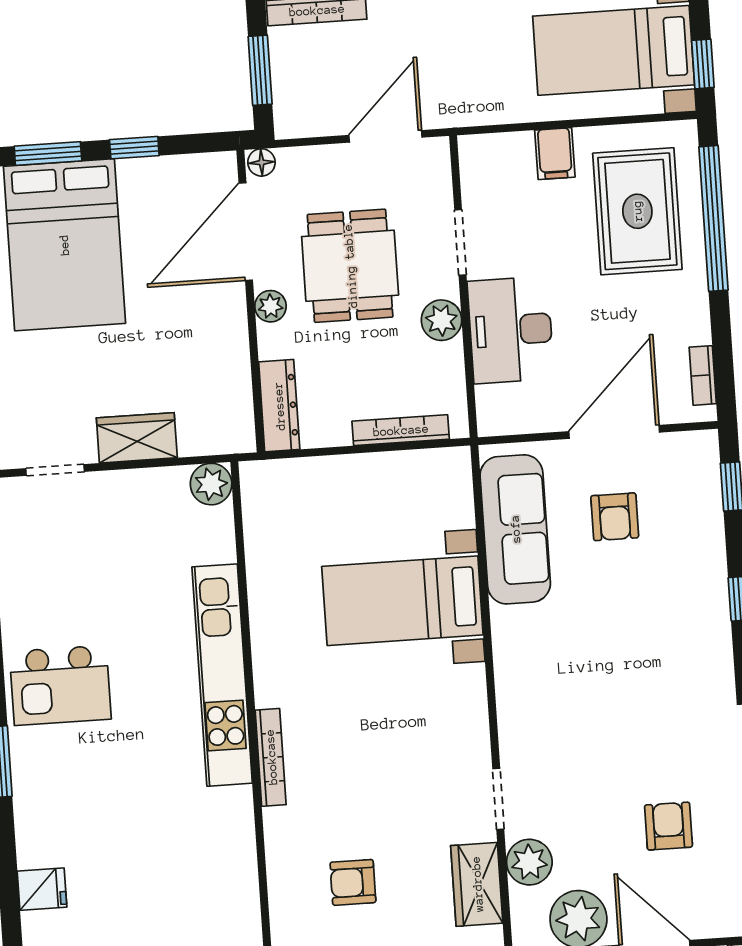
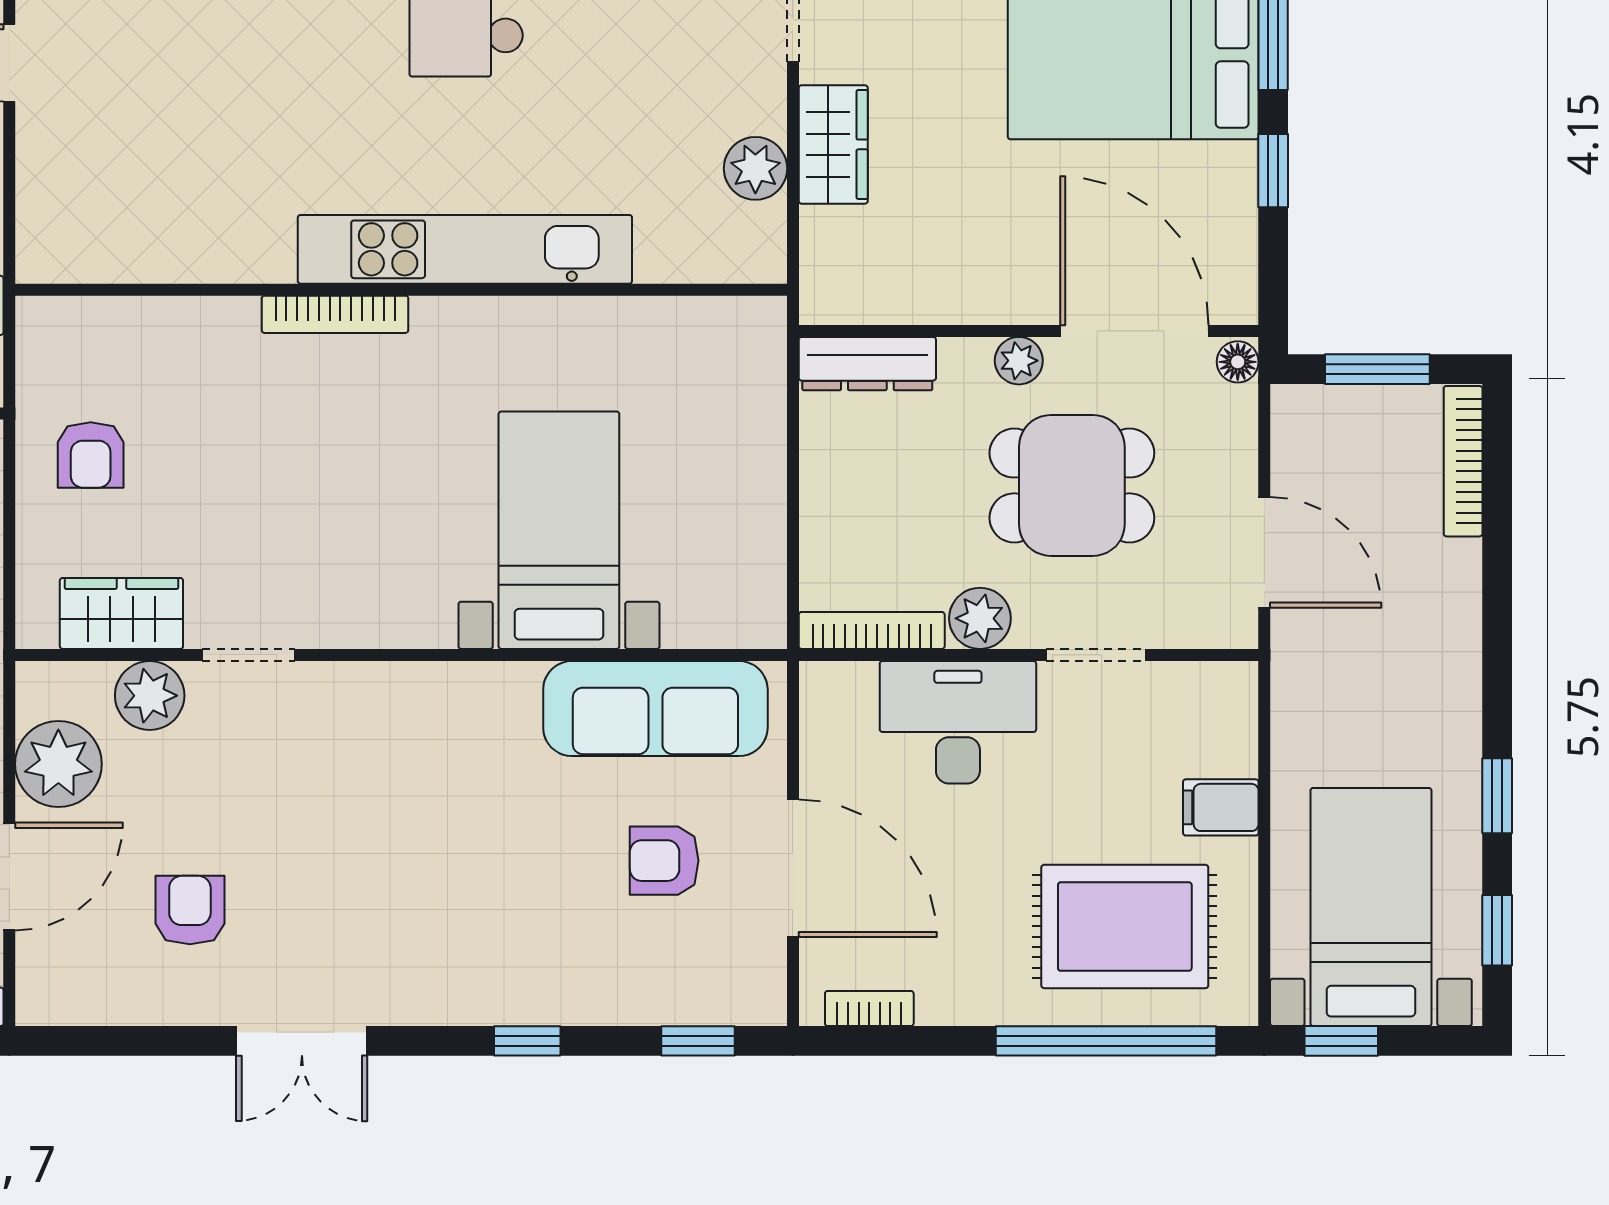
bookcase: (401, 430) -> (872, 630), moved, turned -90
plant: (211, 484) -> (755, 168), moved
armchair: (668, 826) -> (190, 910), turned -90
armchair: (353, 882) -> (91, 455), moved, turned 180

